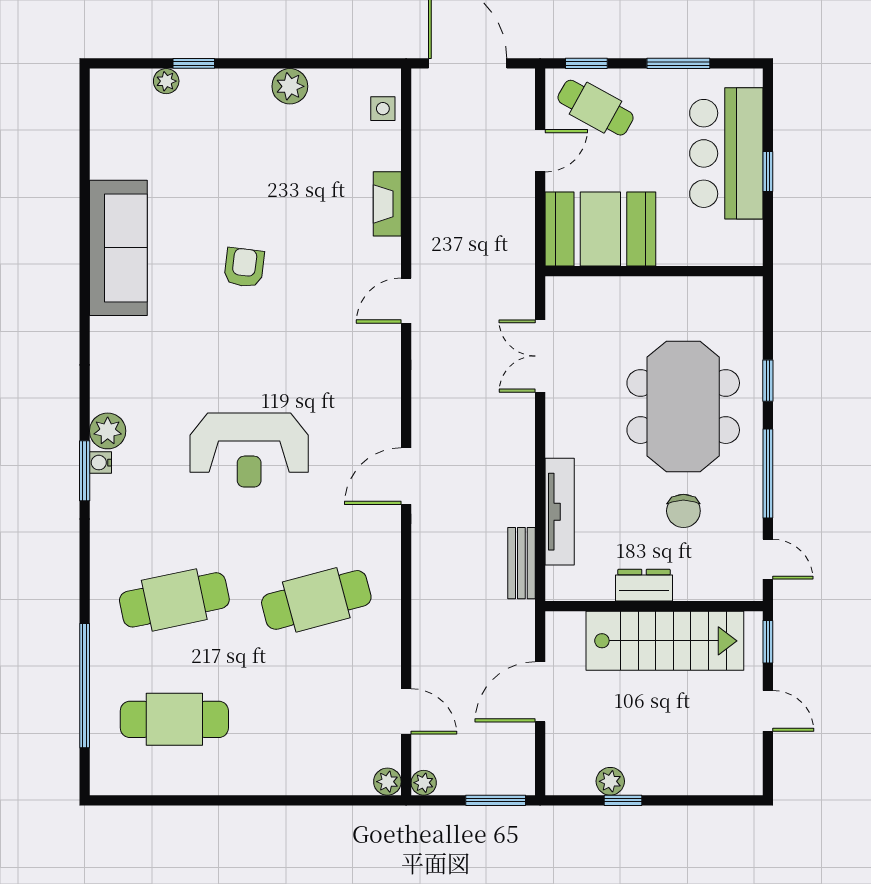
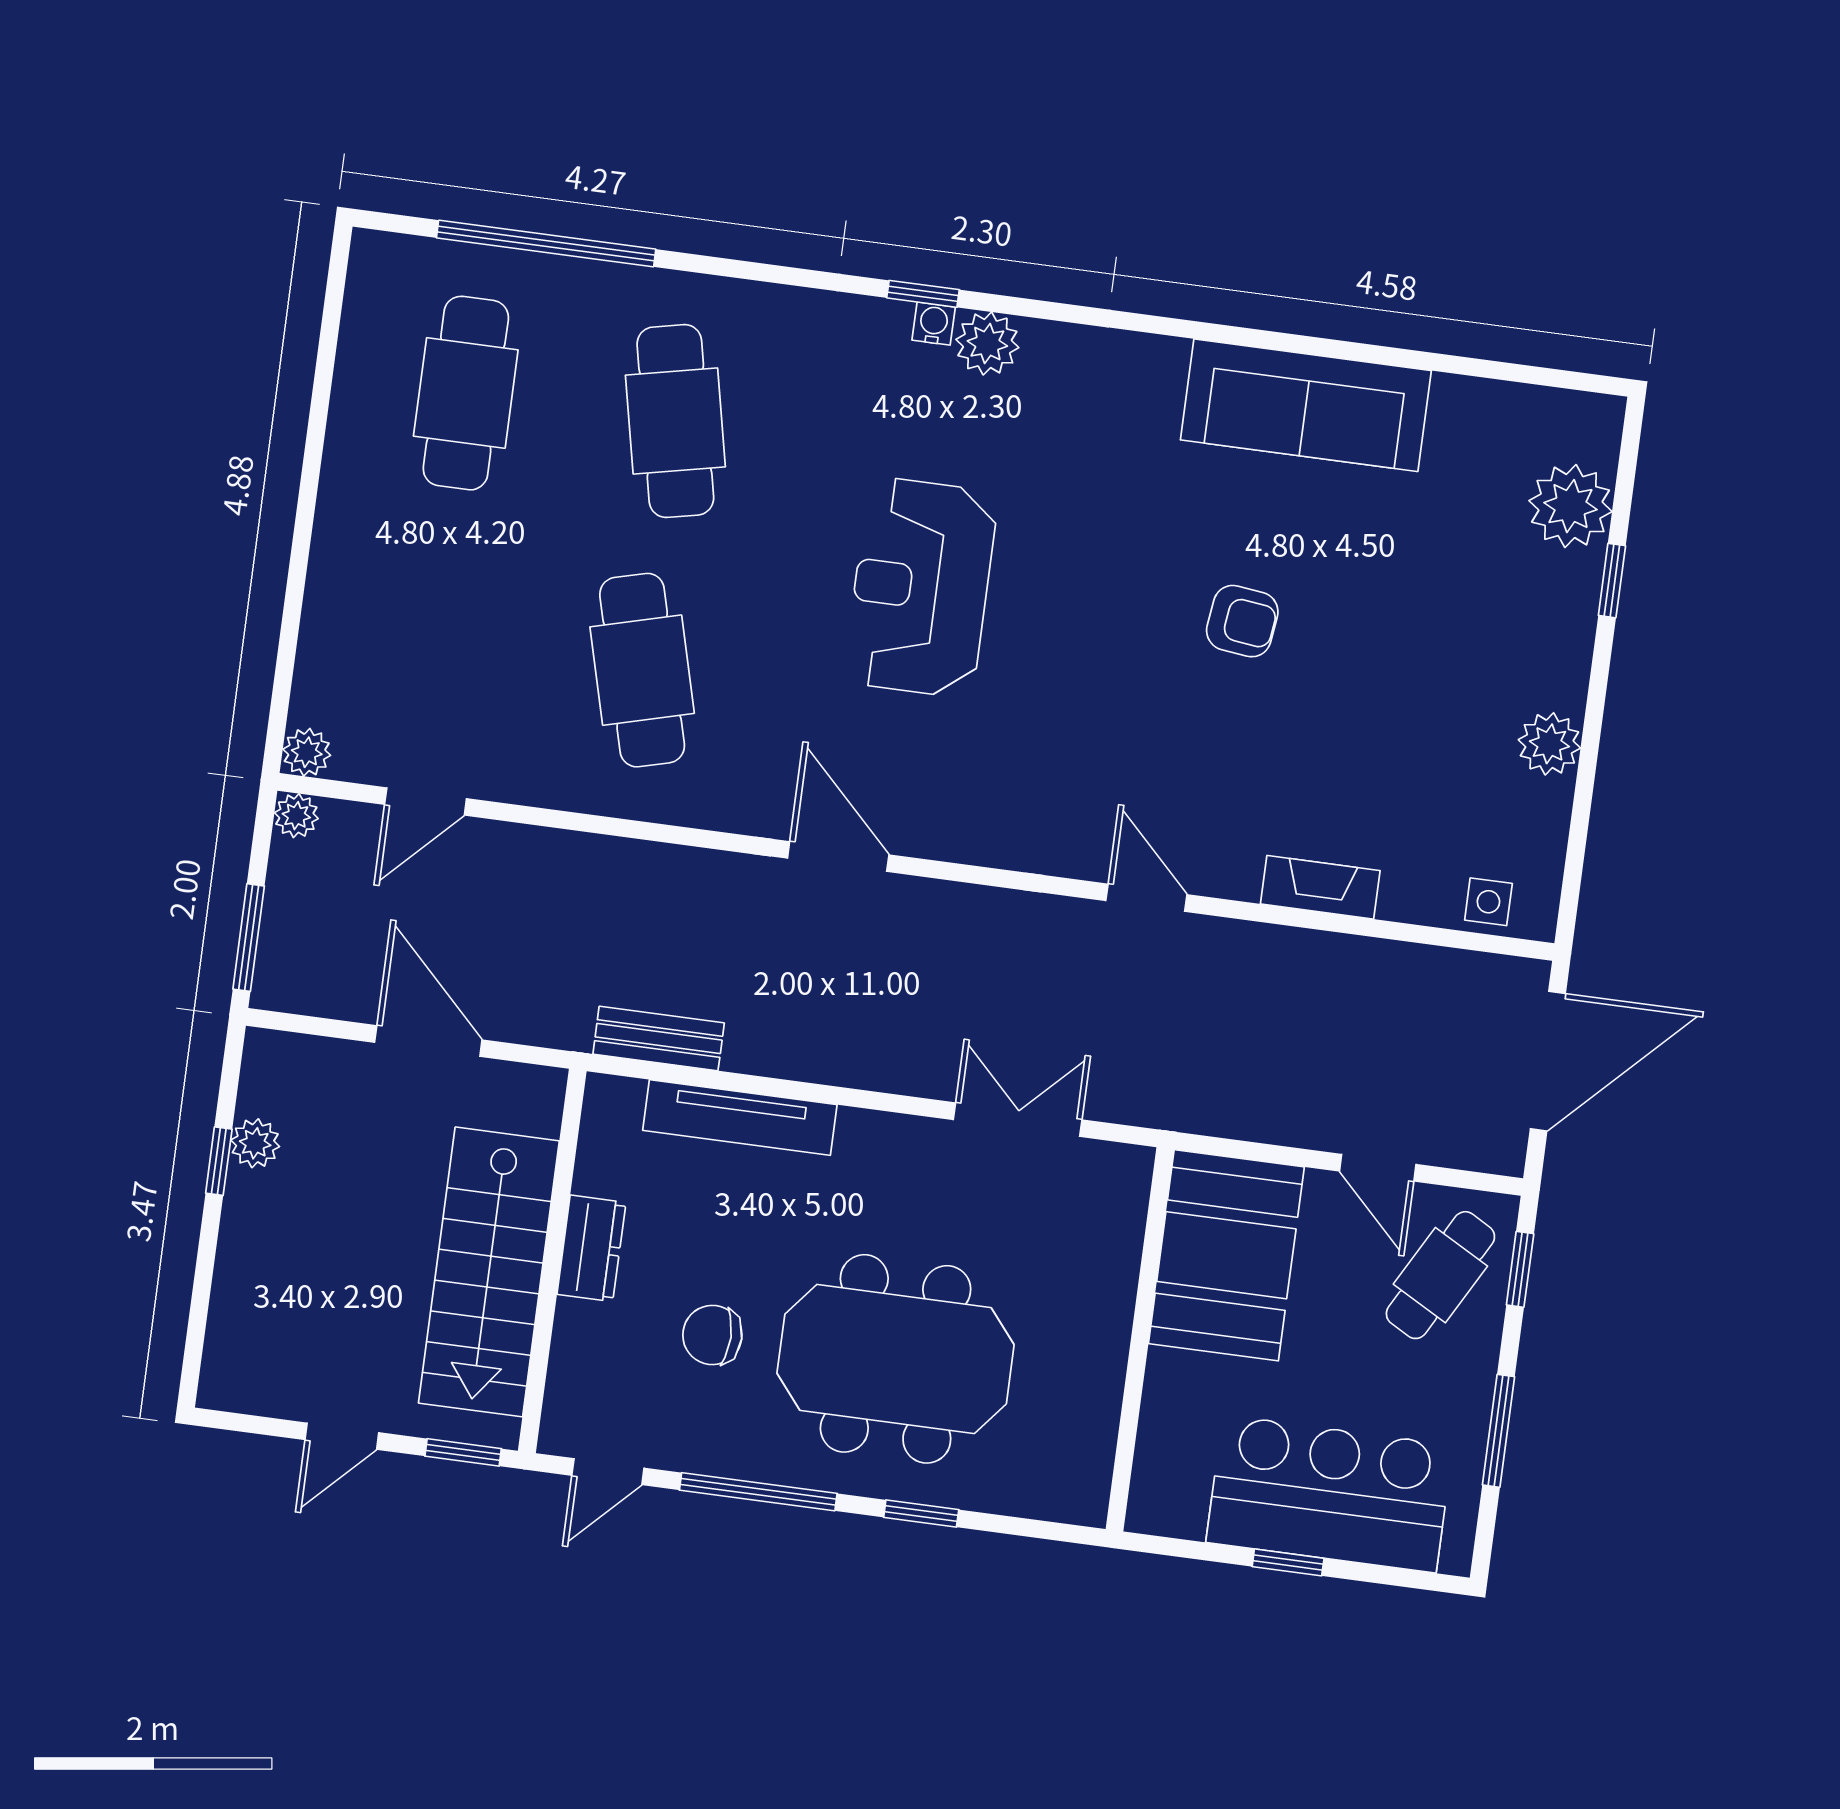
plant: (166, 81) -> (1570, 506), width x1.88, depth x1.88
window: (85, 471) -> (923, 294), width x0.67

